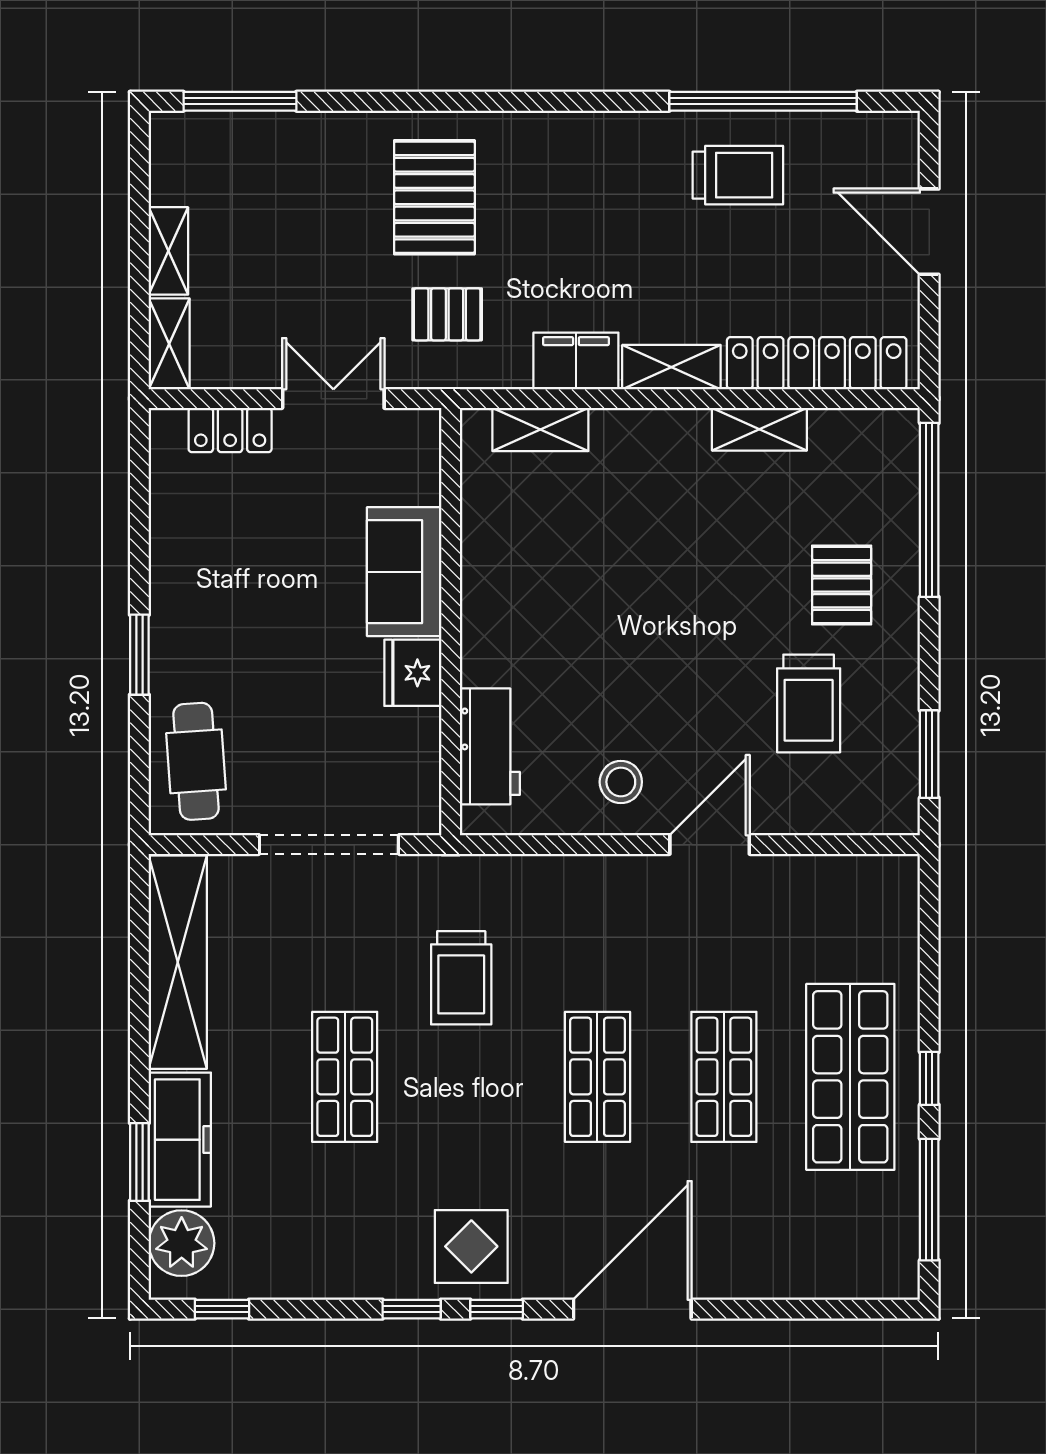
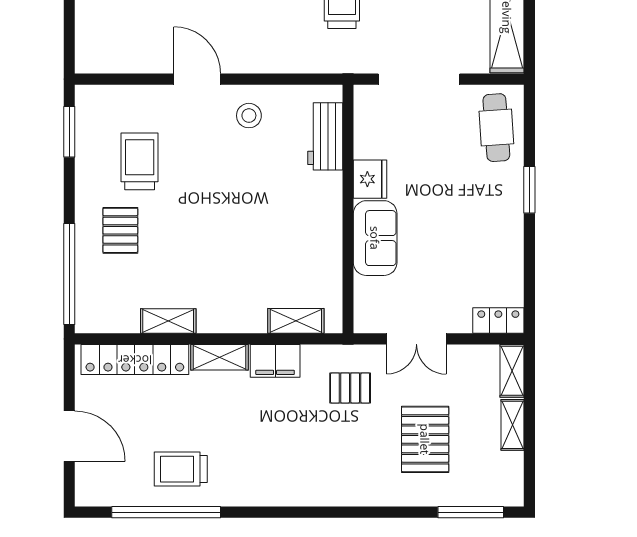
pallet: (434, 197) -> (425, 439), moved
locker: (230, 430) -> (498, 321), moved
door: (710, 845) -> (197, 79), swing flipped

